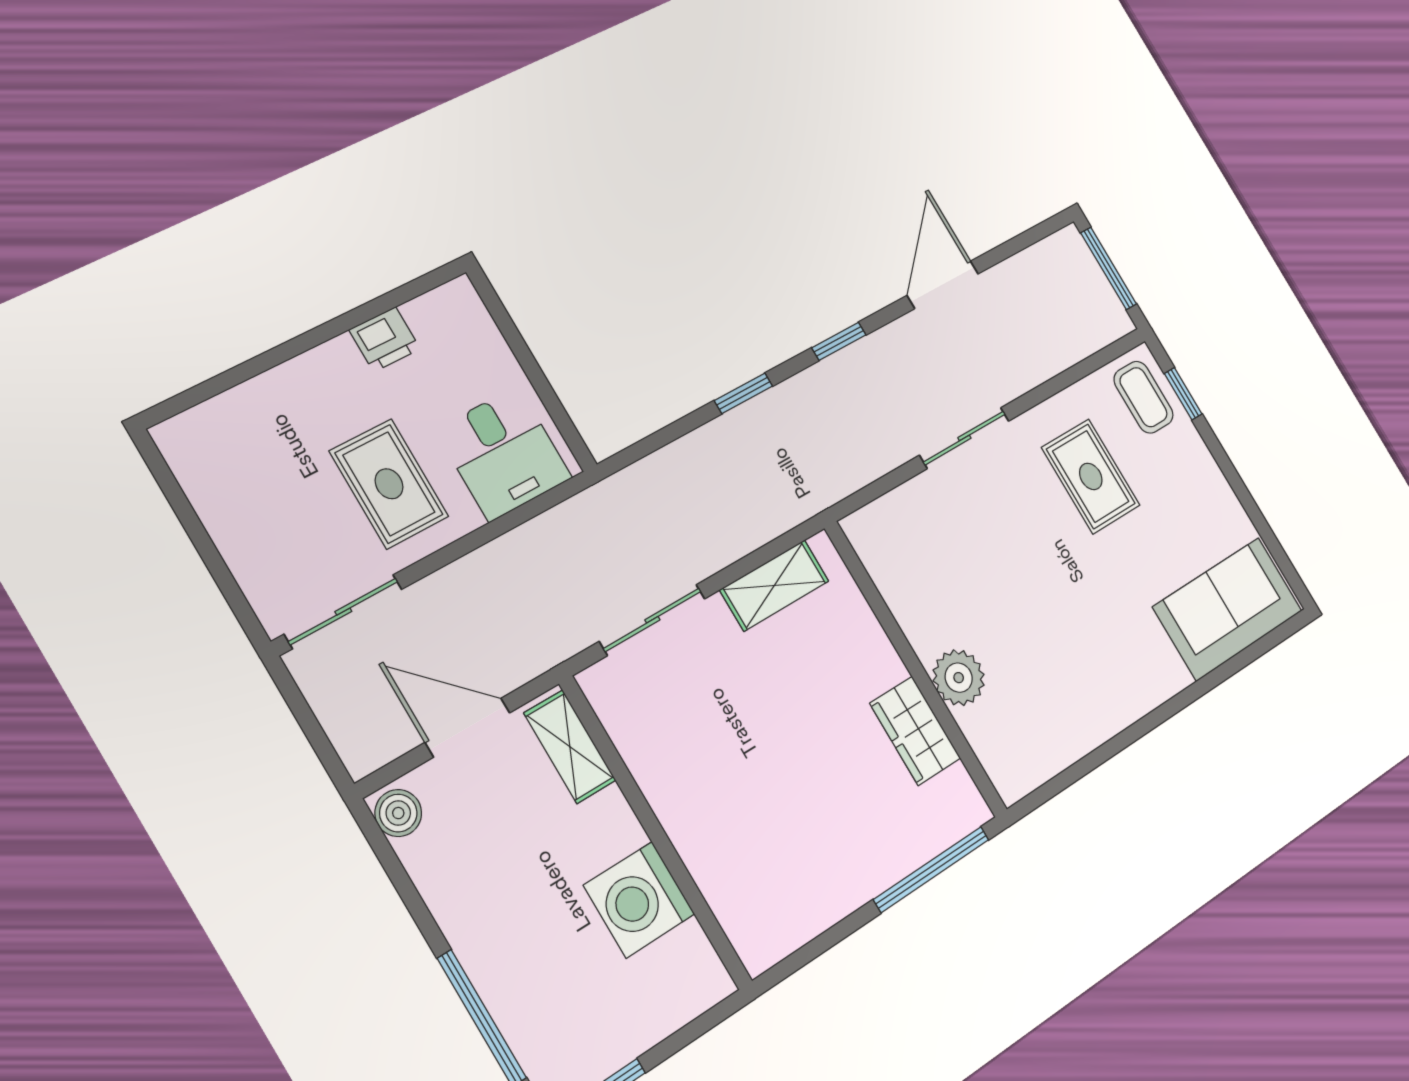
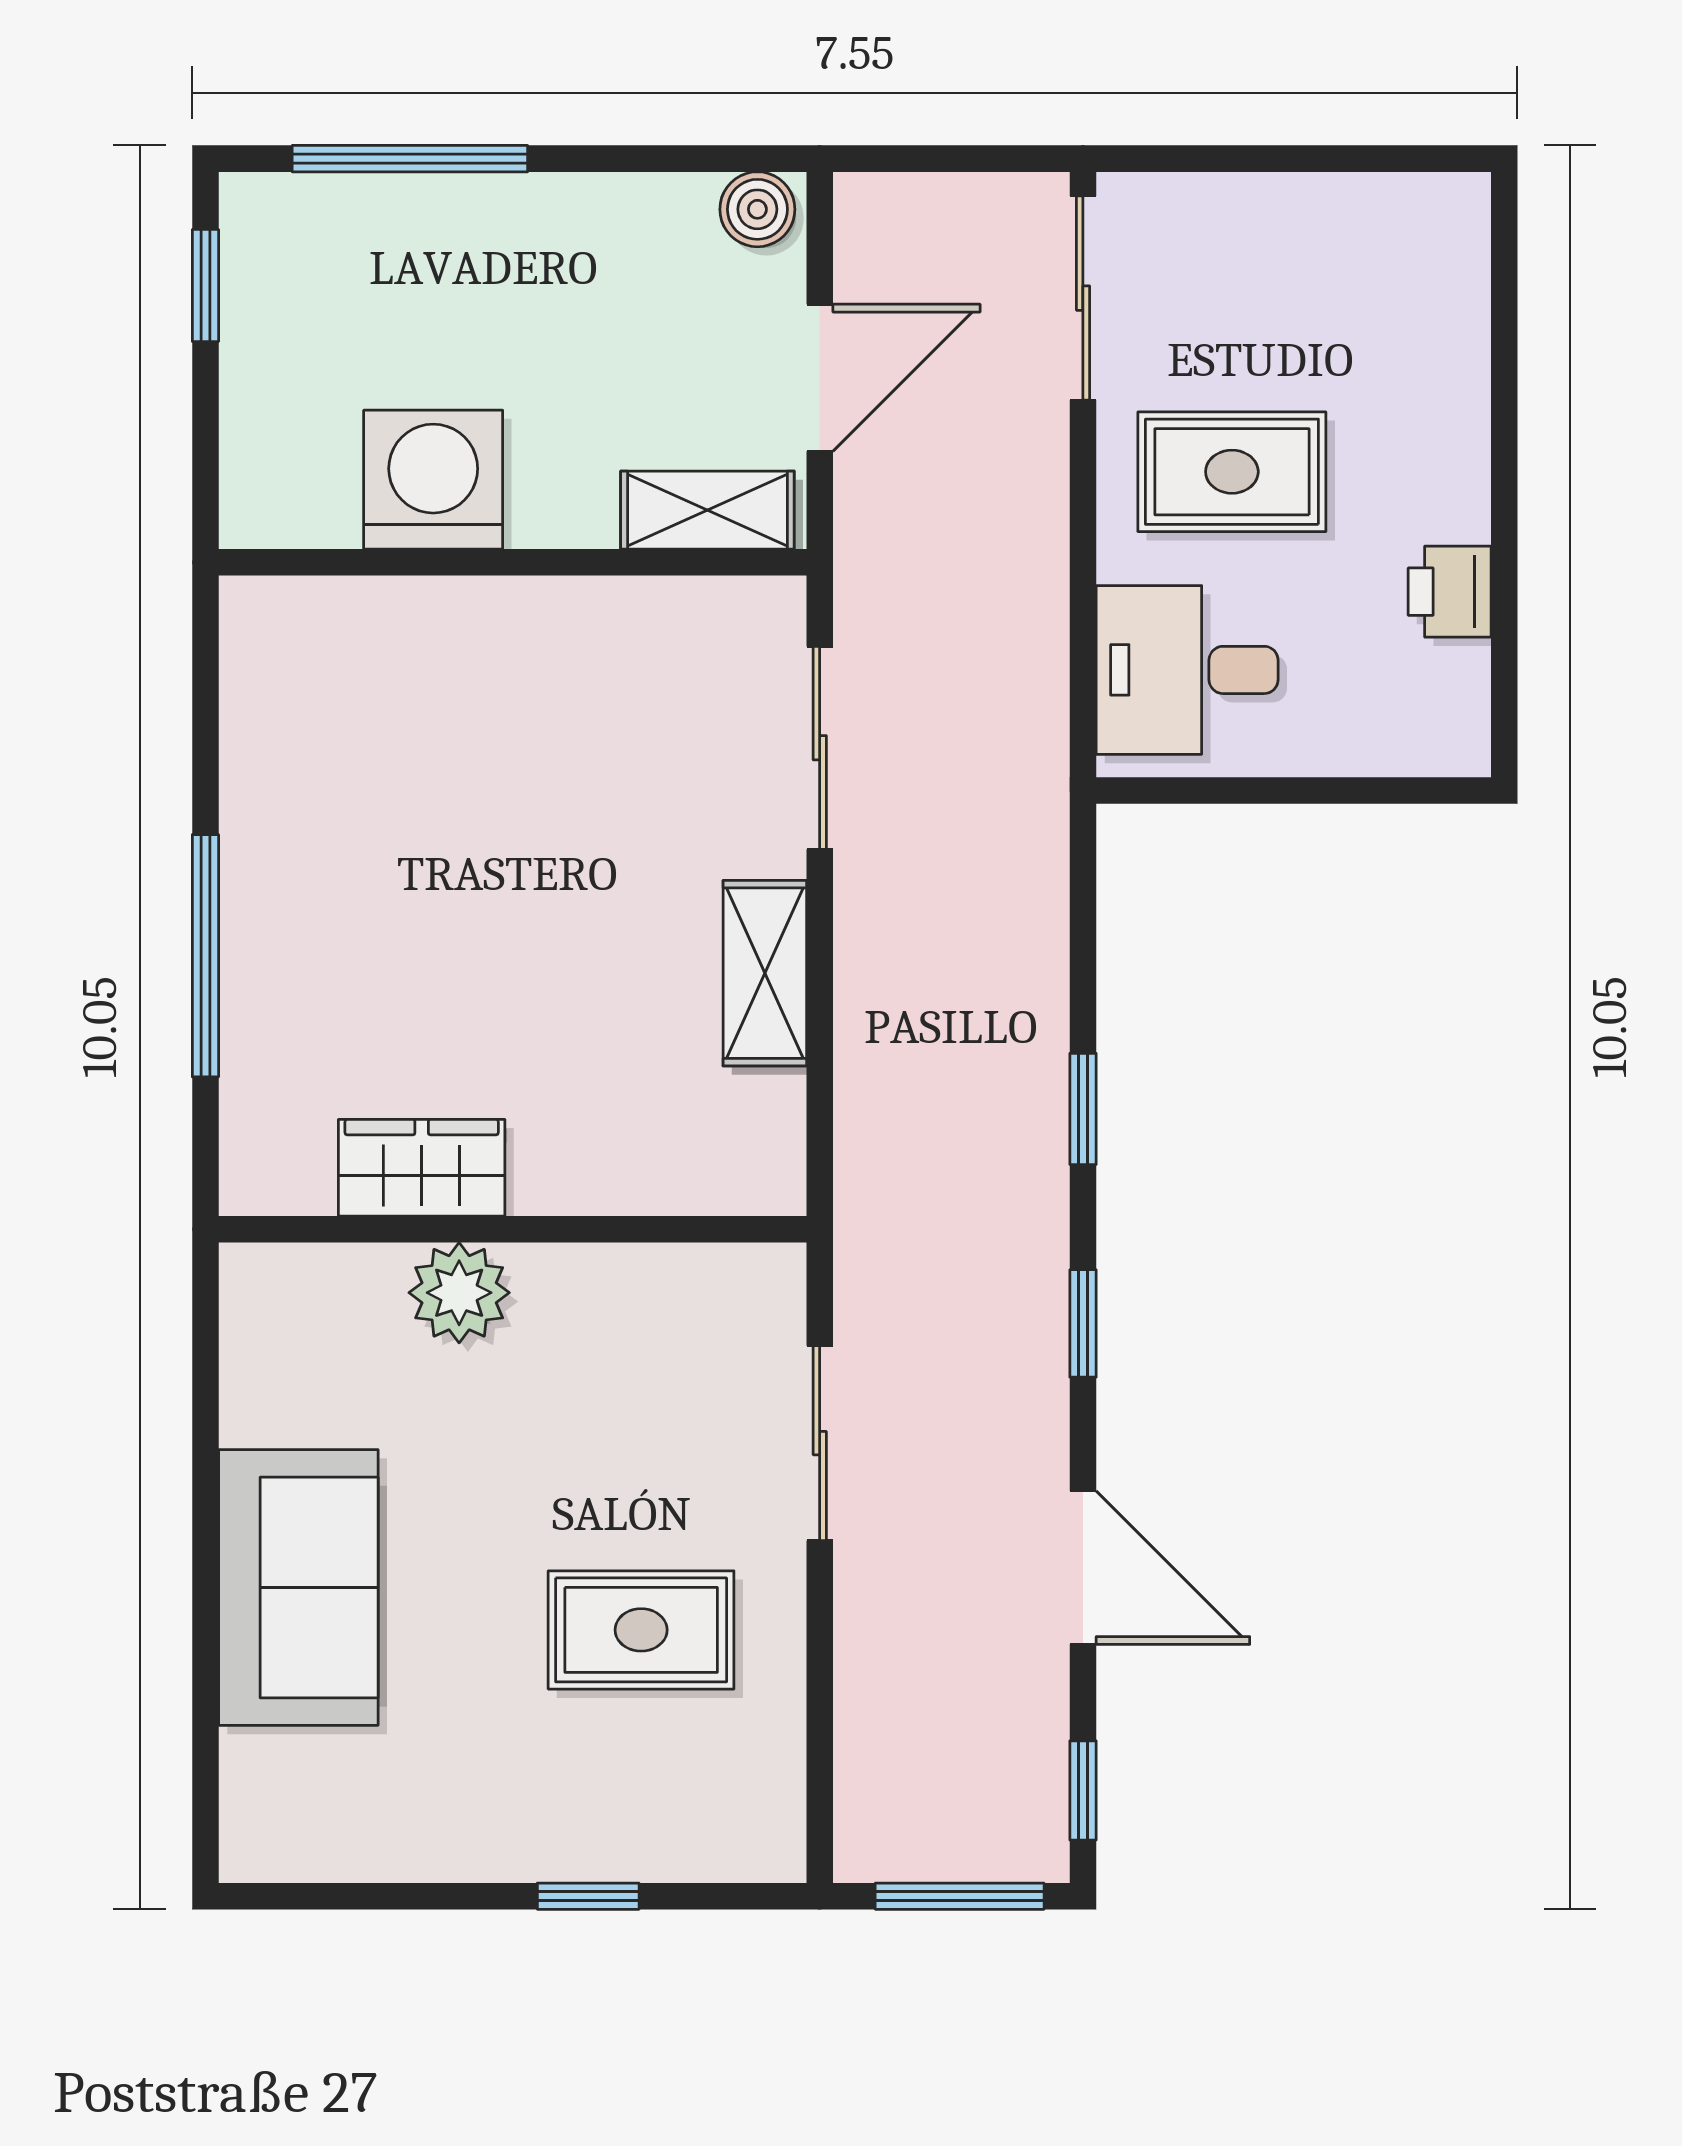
window: (1033, 235) -> (1083, 1790), added
window: (1183, 394) -> (588, 1896), moved
coffee table: (1143, 397) -> (717, 1816), removed
sofa: (1228, 609) -> (298, 1587), moved
wall: (916, 669) -> (513, 1229), moved
plant: (959, 678) -> (459, 1293), moved
wardrobe: (915, 731) -> (422, 1168), moved

